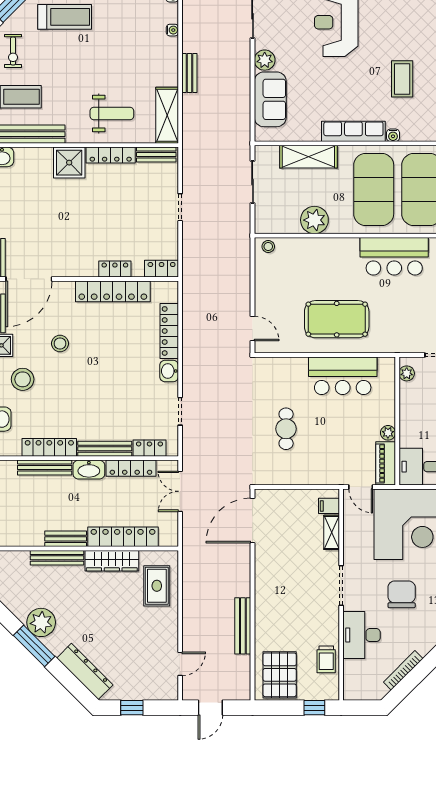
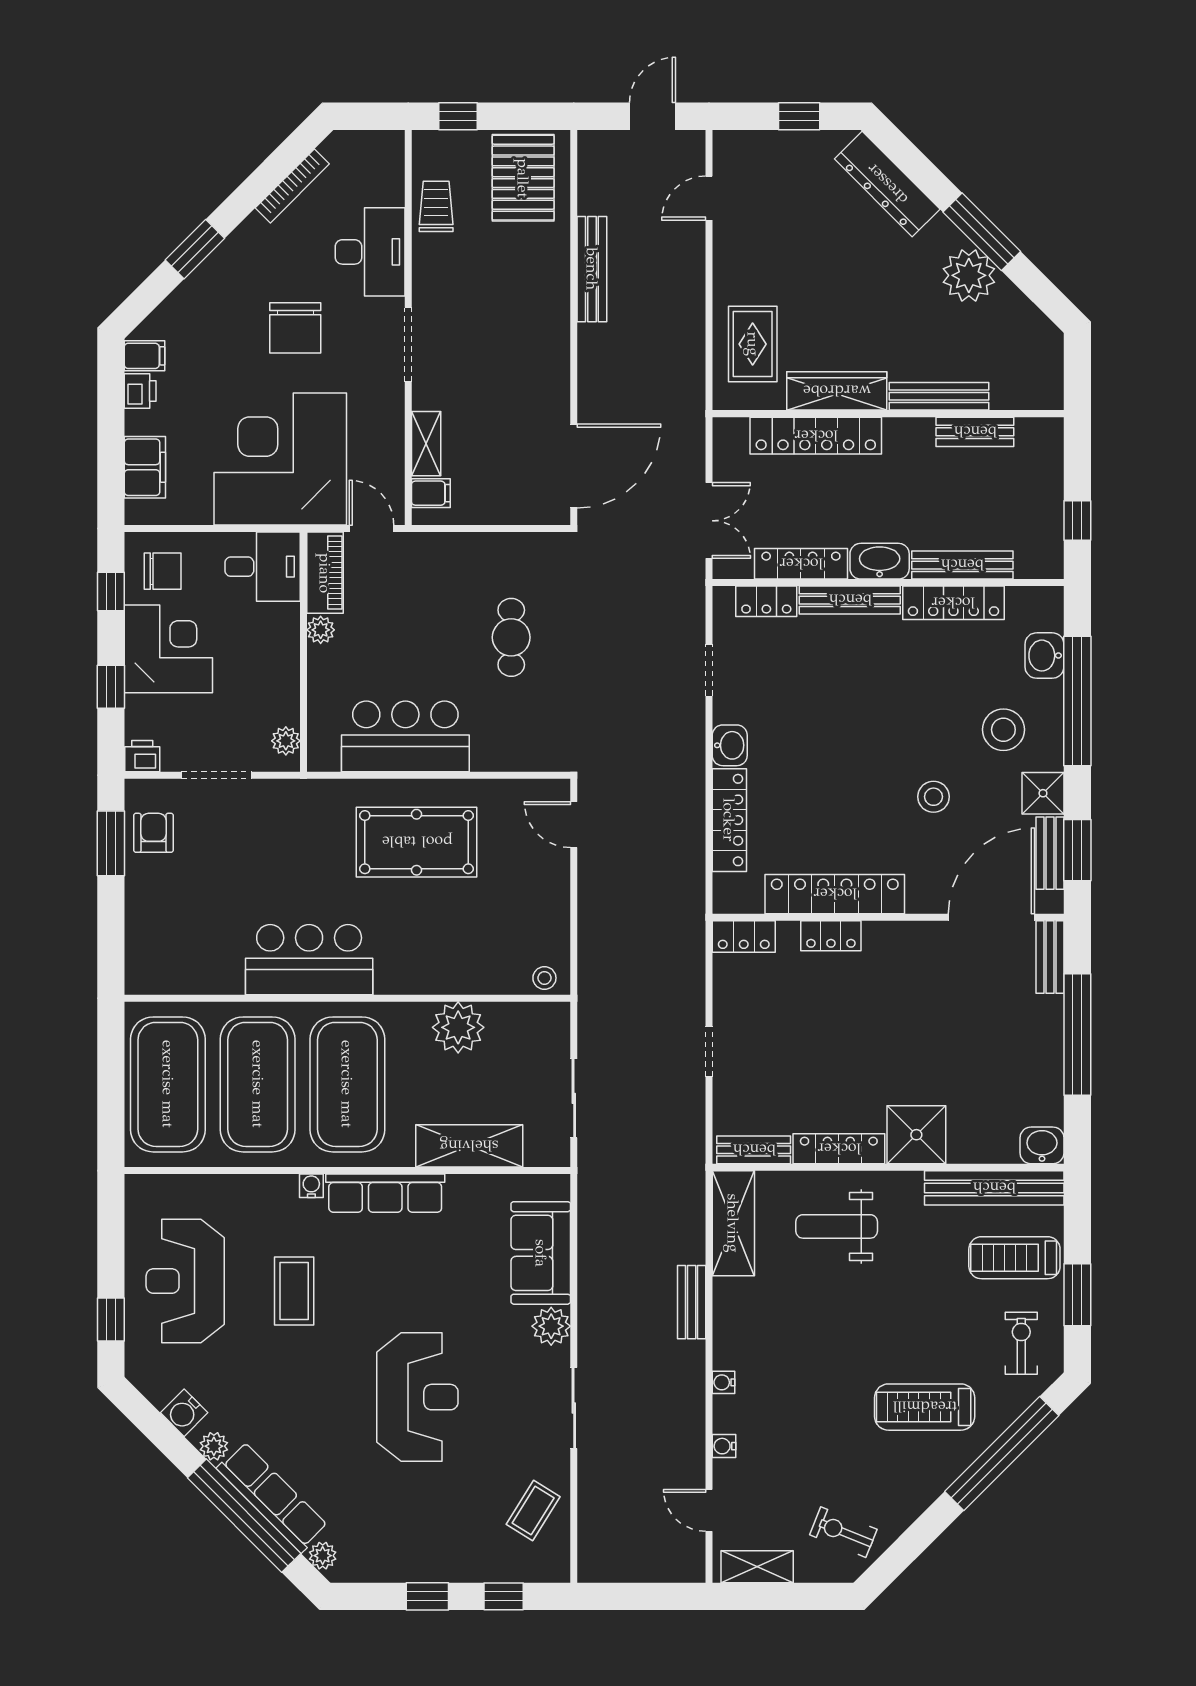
bench: (66, 539) -> (975, 432), moved

